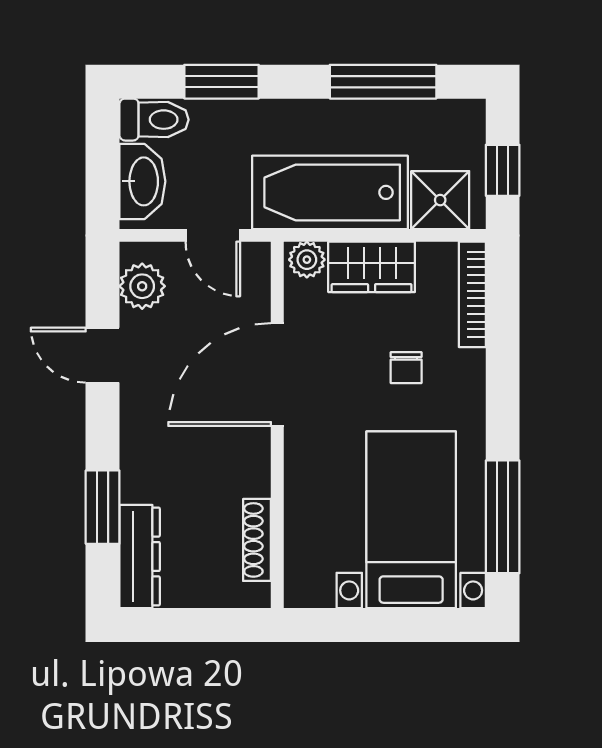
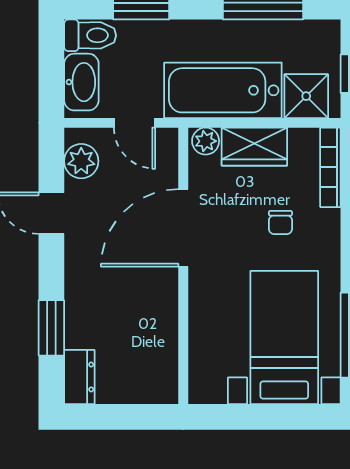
shoe rack: (257, 540) -> (168, 353), removed
dresser: (140, 557) -> (79, 377), width x0.70

